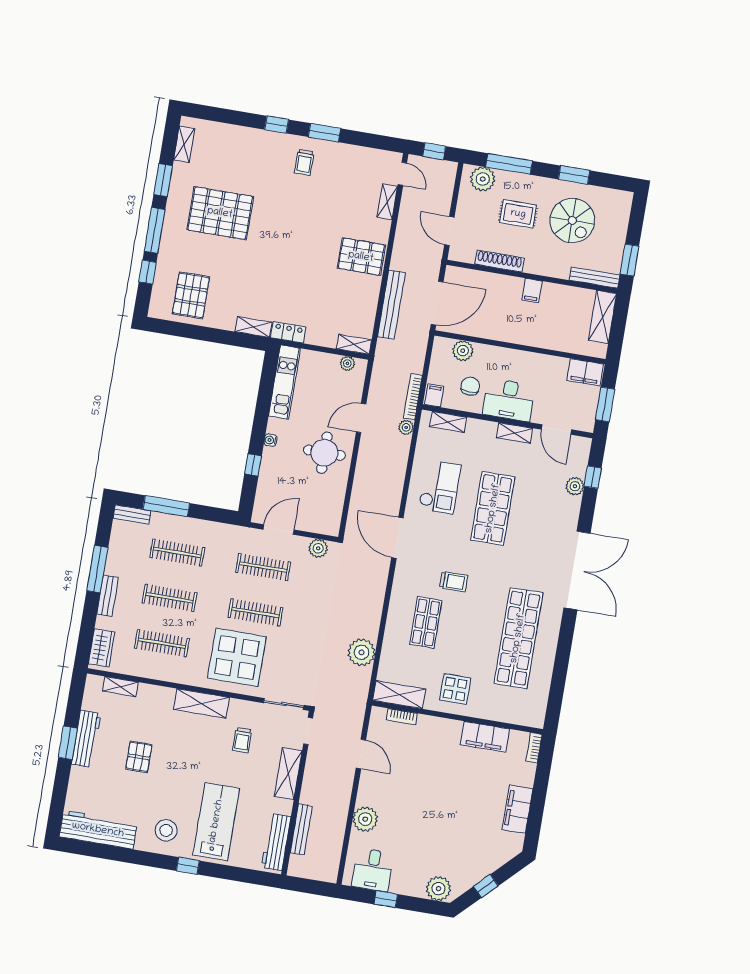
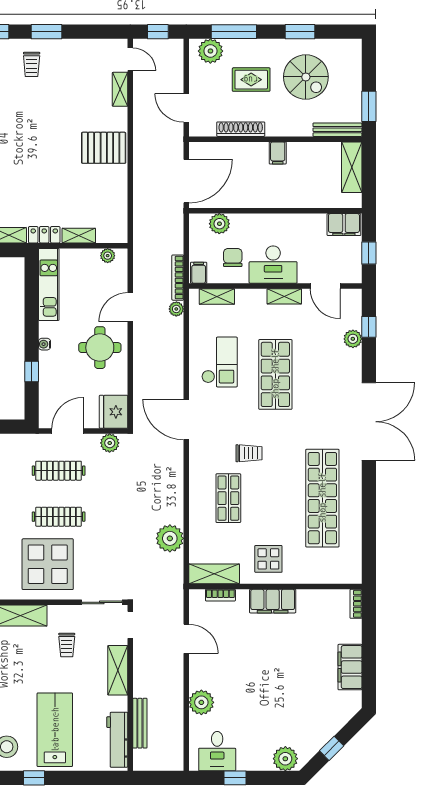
bench: (391, 305) -> (141, 190), removed
shelving: (354, 344) -> (79, 236), moved
window: (605, 404) -> (369, 253), width x0.67
fridge: (327, 518) -> (114, 412), added
filing cabinet: (485, 737) -> (273, 601), moved

